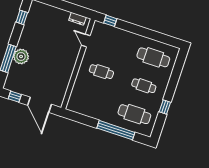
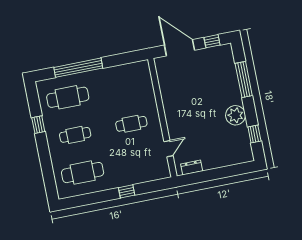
window: (110, 21) -> (127, 191), moved
door: (86, 40) -> (168, 149), hinge flipped
plant: (21, 57) -> (236, 115), moved

